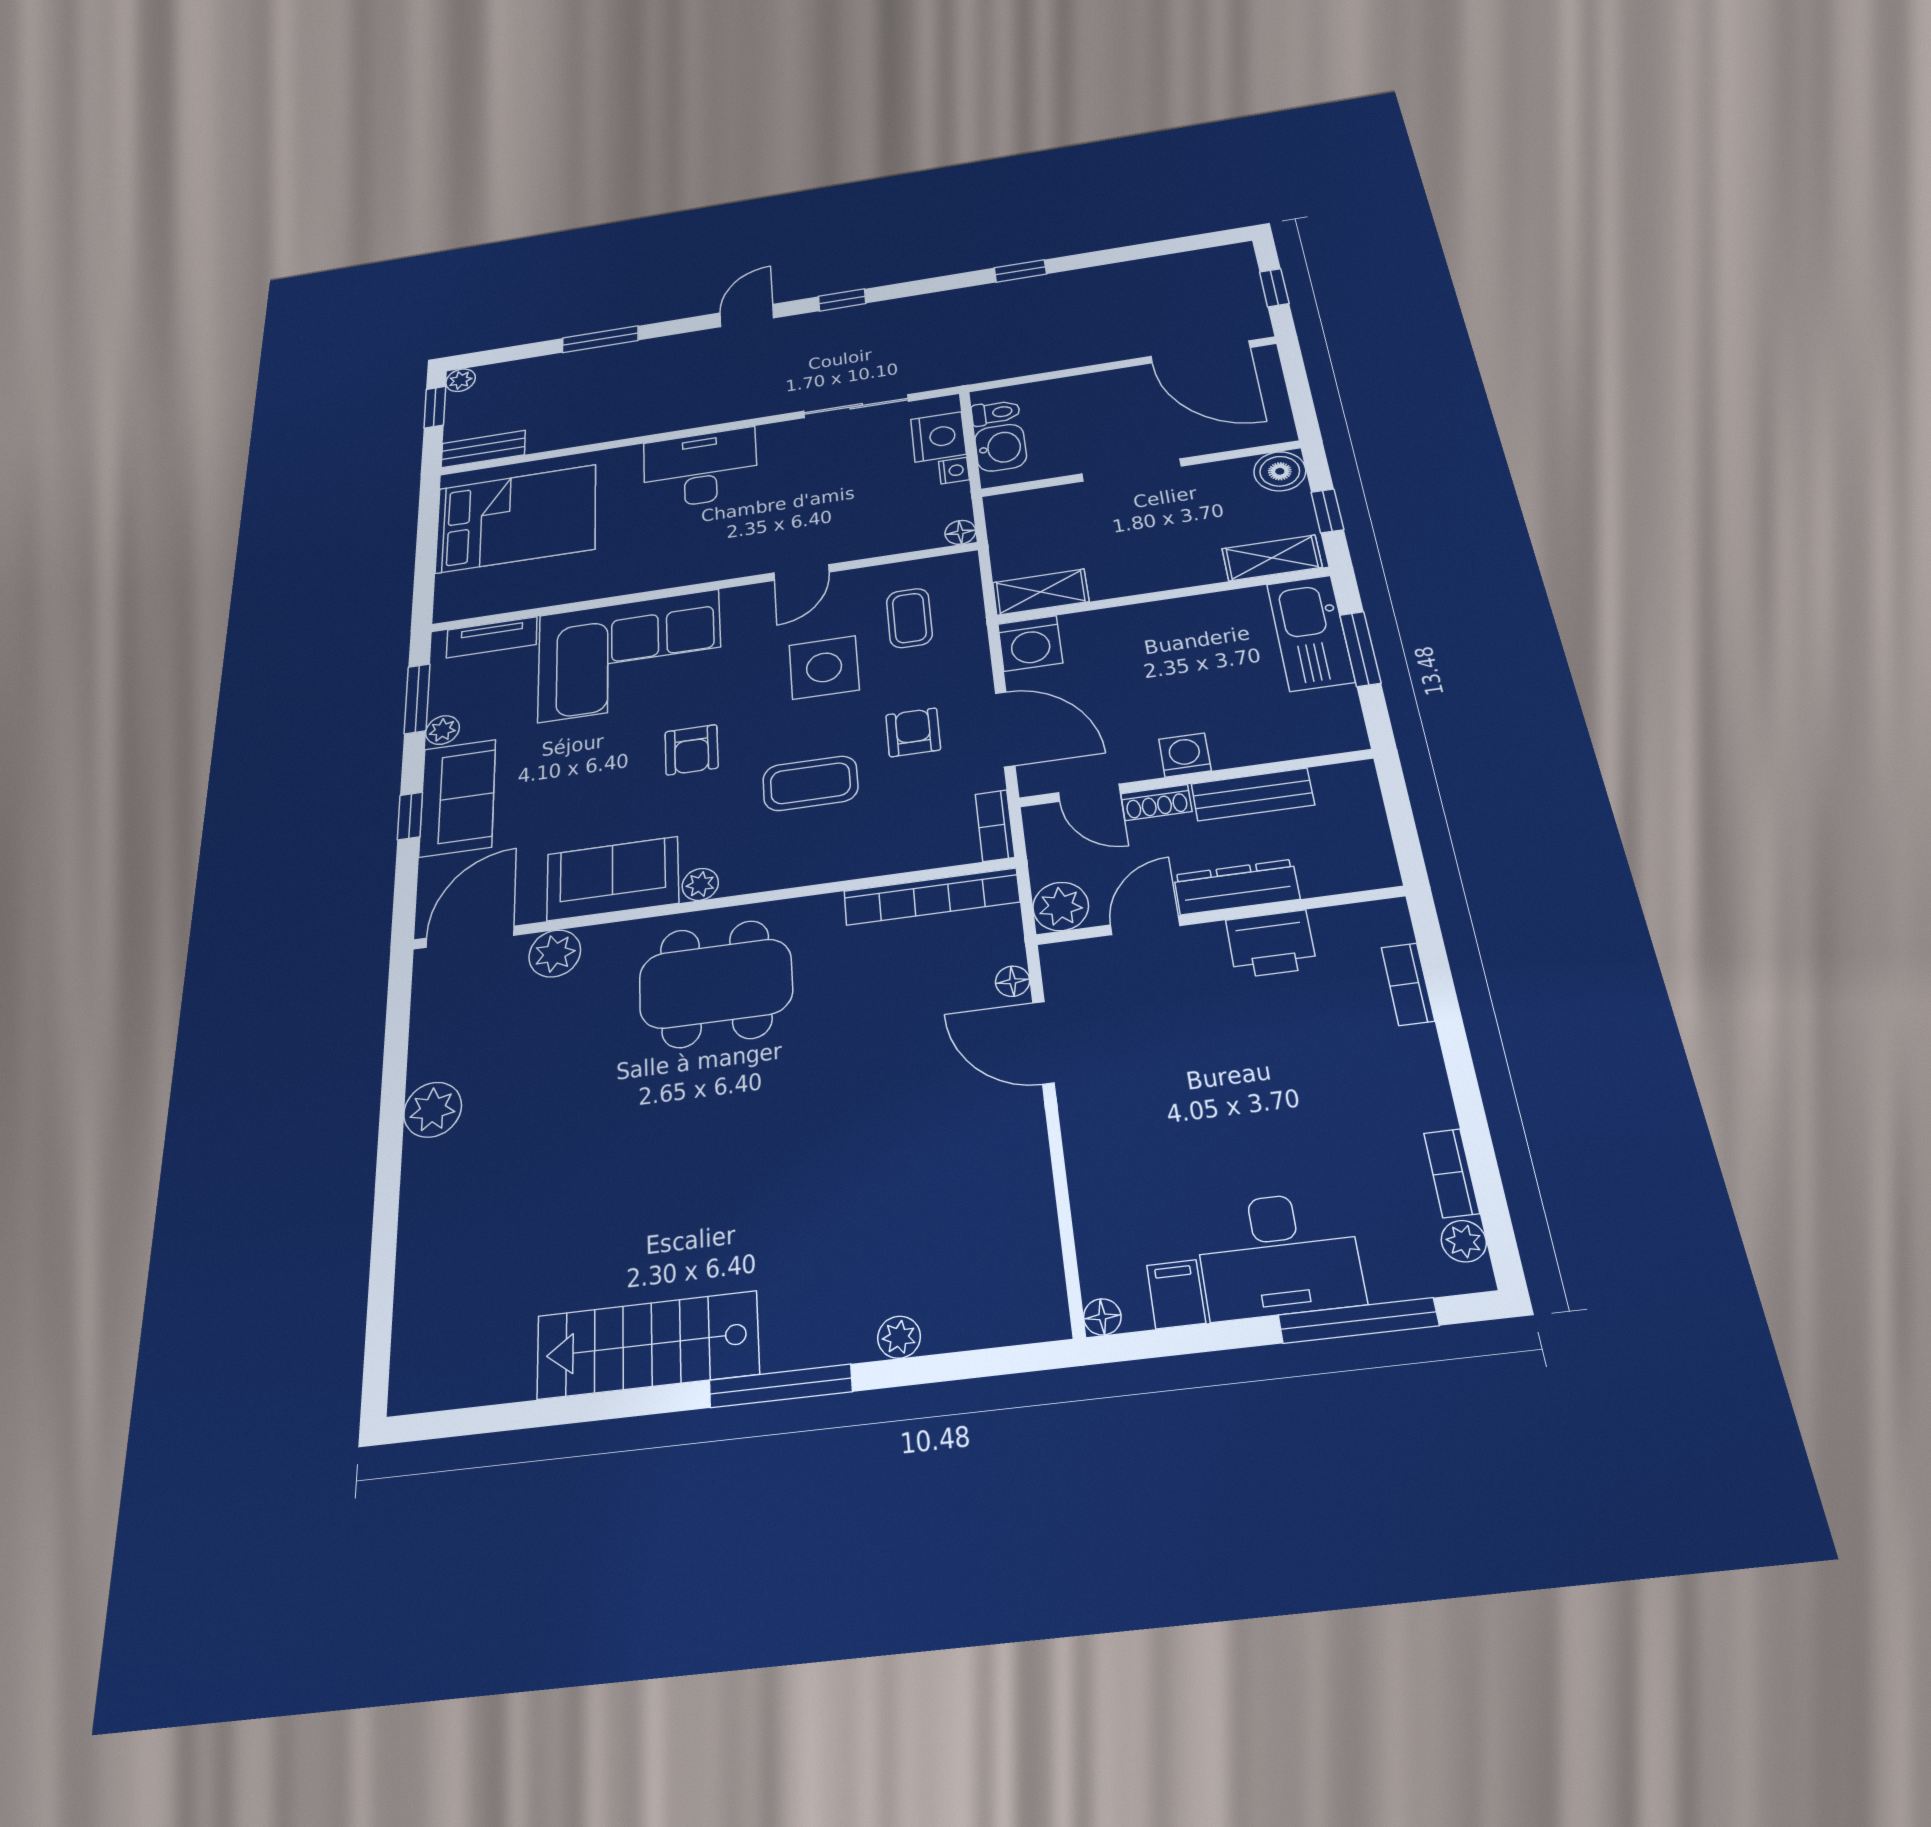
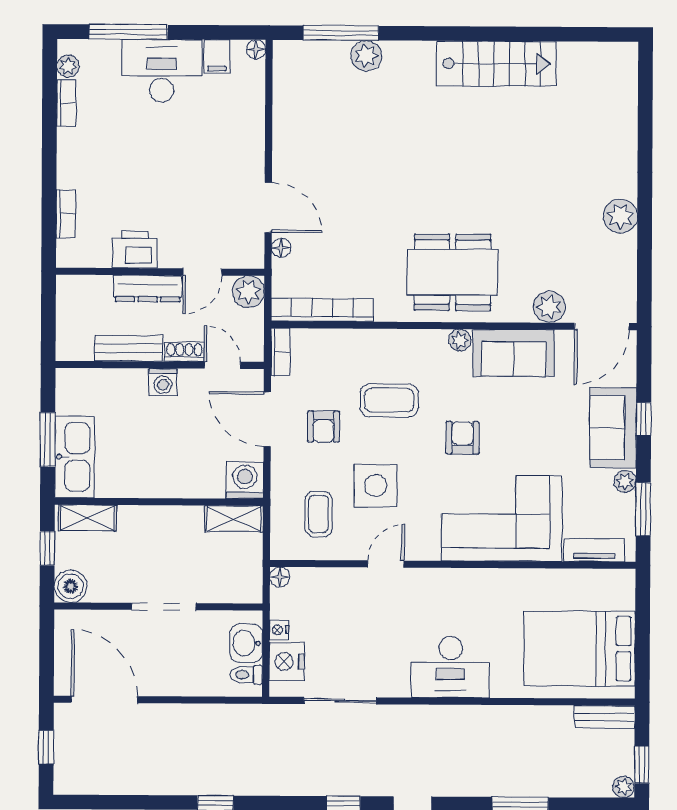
plant: (899, 1337) -> (366, 56), width x1.38, depth x1.38
window: (781, 1386) -> (341, 33), moved

